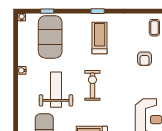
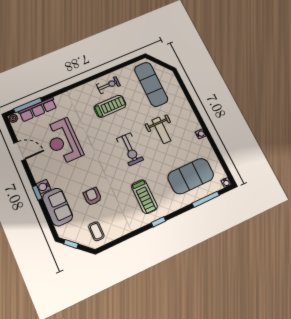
window: (47, 11) -> (206, 199), width x2.17
exercise mat: (50, 37) -> (191, 176), turned 90
weight bench: (56, 90) -> (161, 130), width x0.73, depth x0.75

